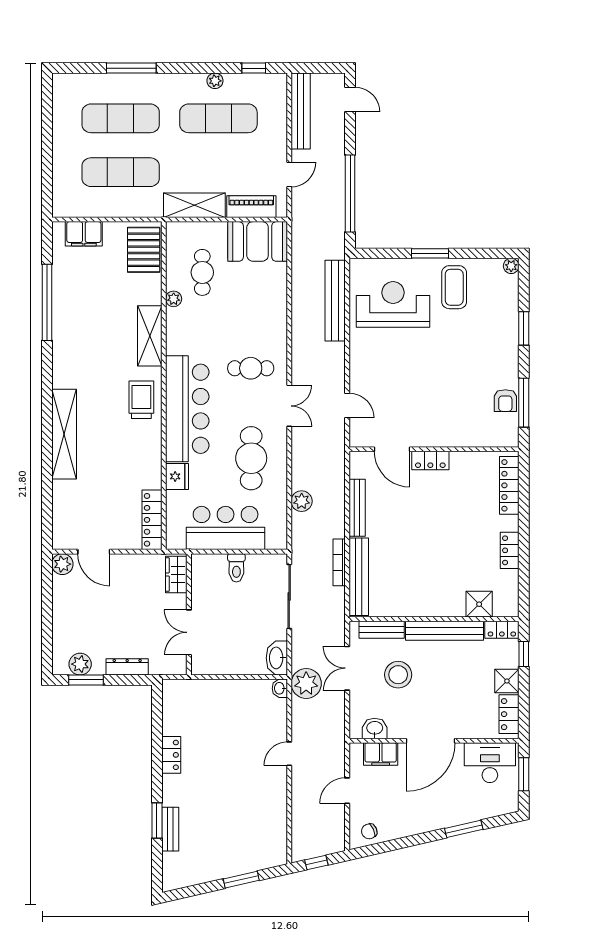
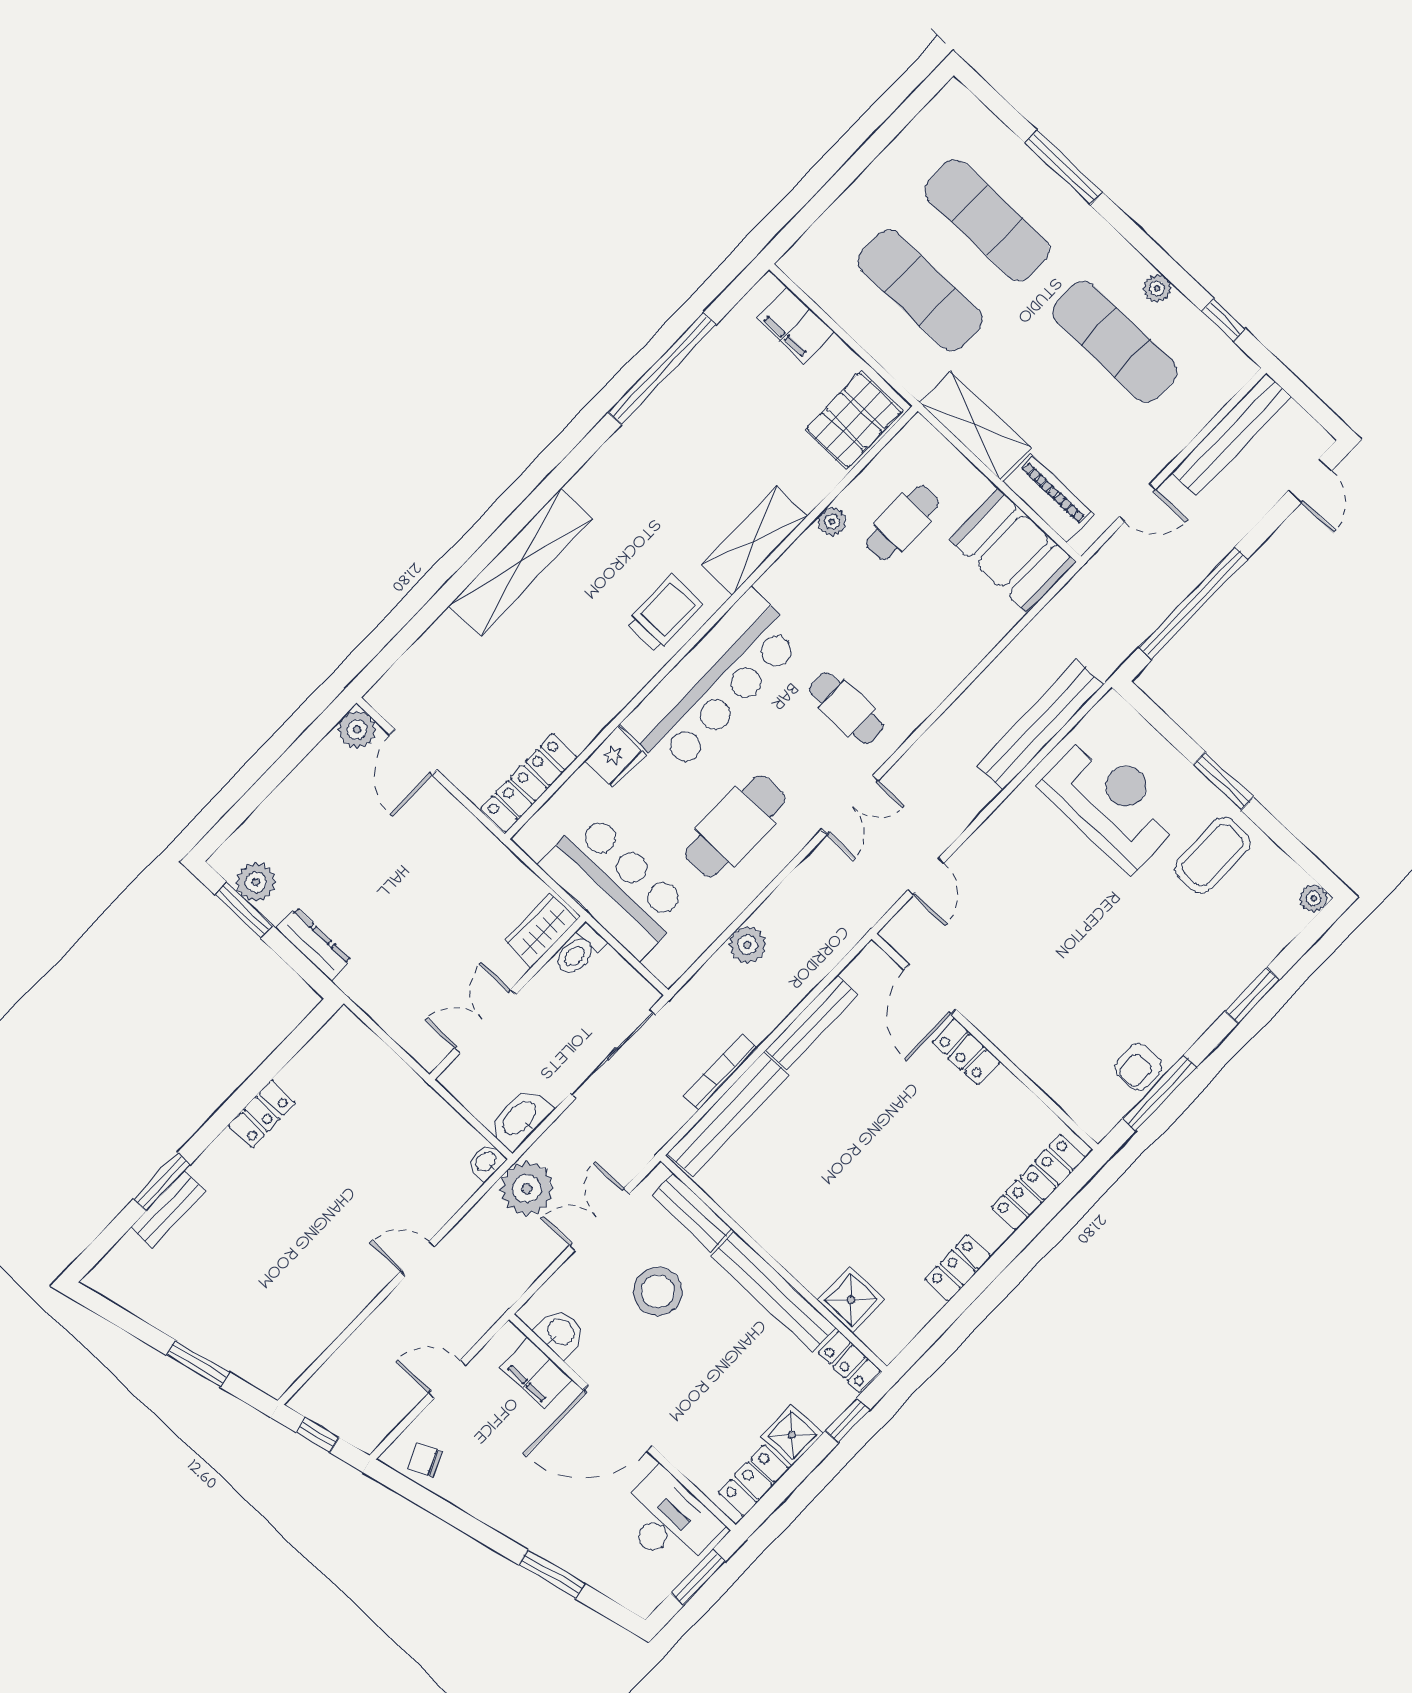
wardrobe: (176, 574) -> (541, 930), moved
wall: (189, 614) -> (507, 998), moved
double door: (189, 632) -> (485, 1021), moved

